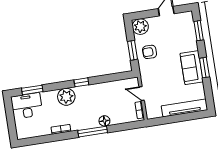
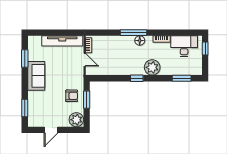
window: (204, 68) -> (25, 59), moved
desk: (27, 106) -> (184, 46), moved, turned 180
tv unit: (185, 108) -> (62, 41), moved
floor lamp: (104, 121) -> (140, 41), moved
window: (12, 127) -> (205, 48), added

